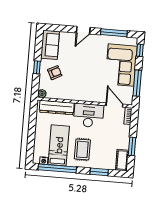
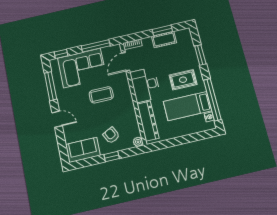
coffee table: (92, 75) -> (101, 95), added
cot: (122, 160) -> (164, 40), moved

